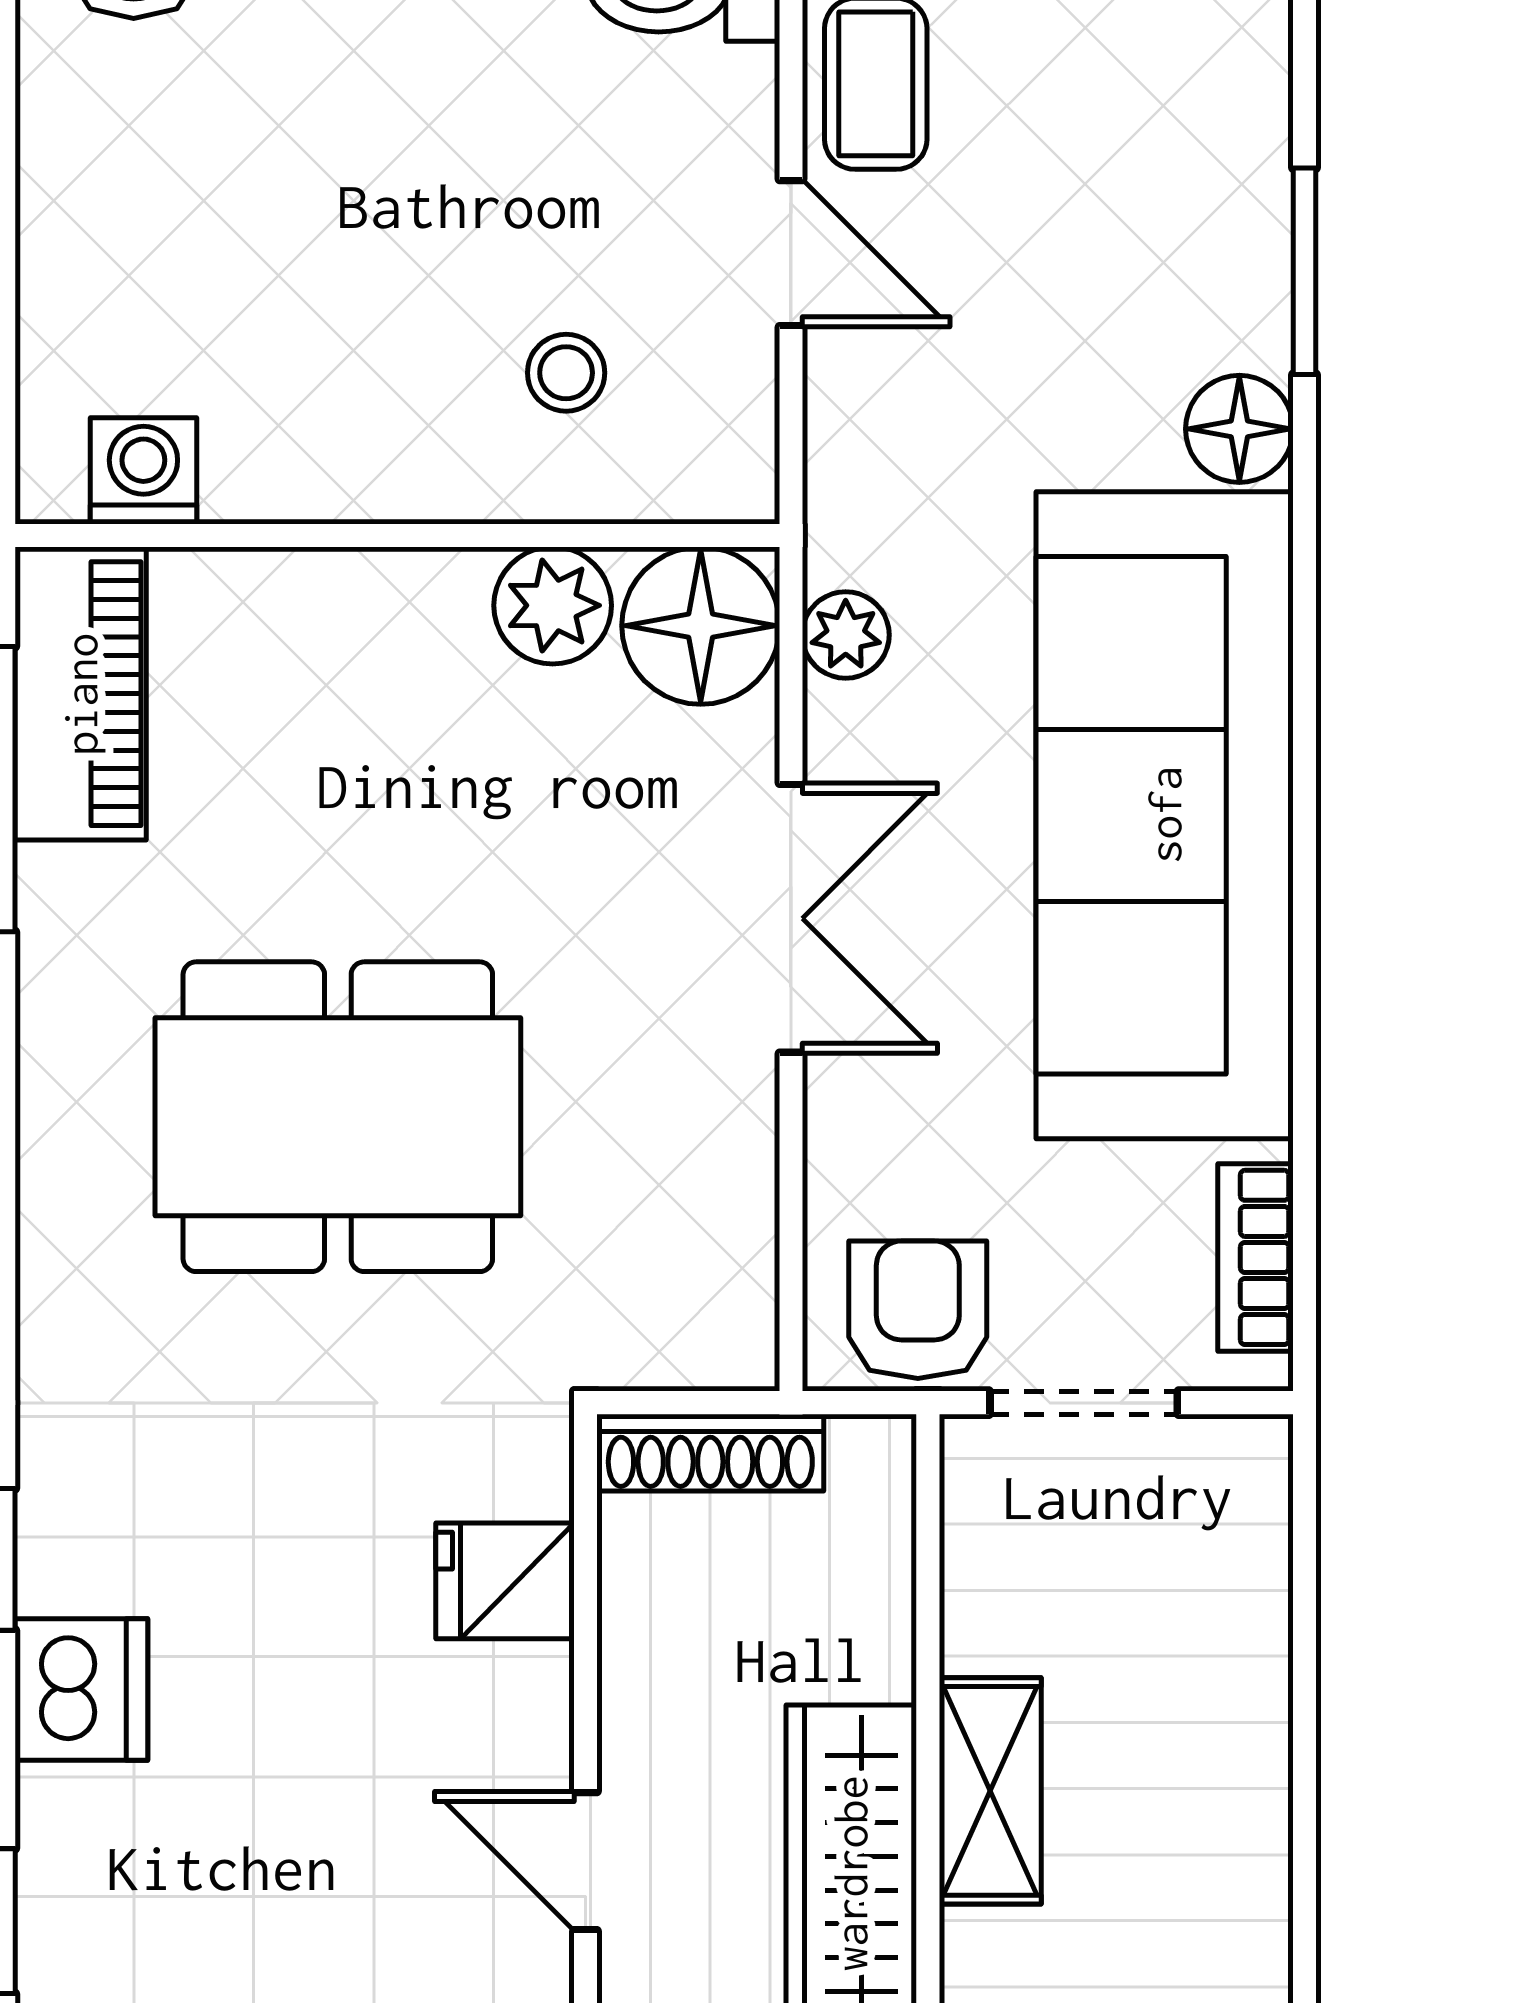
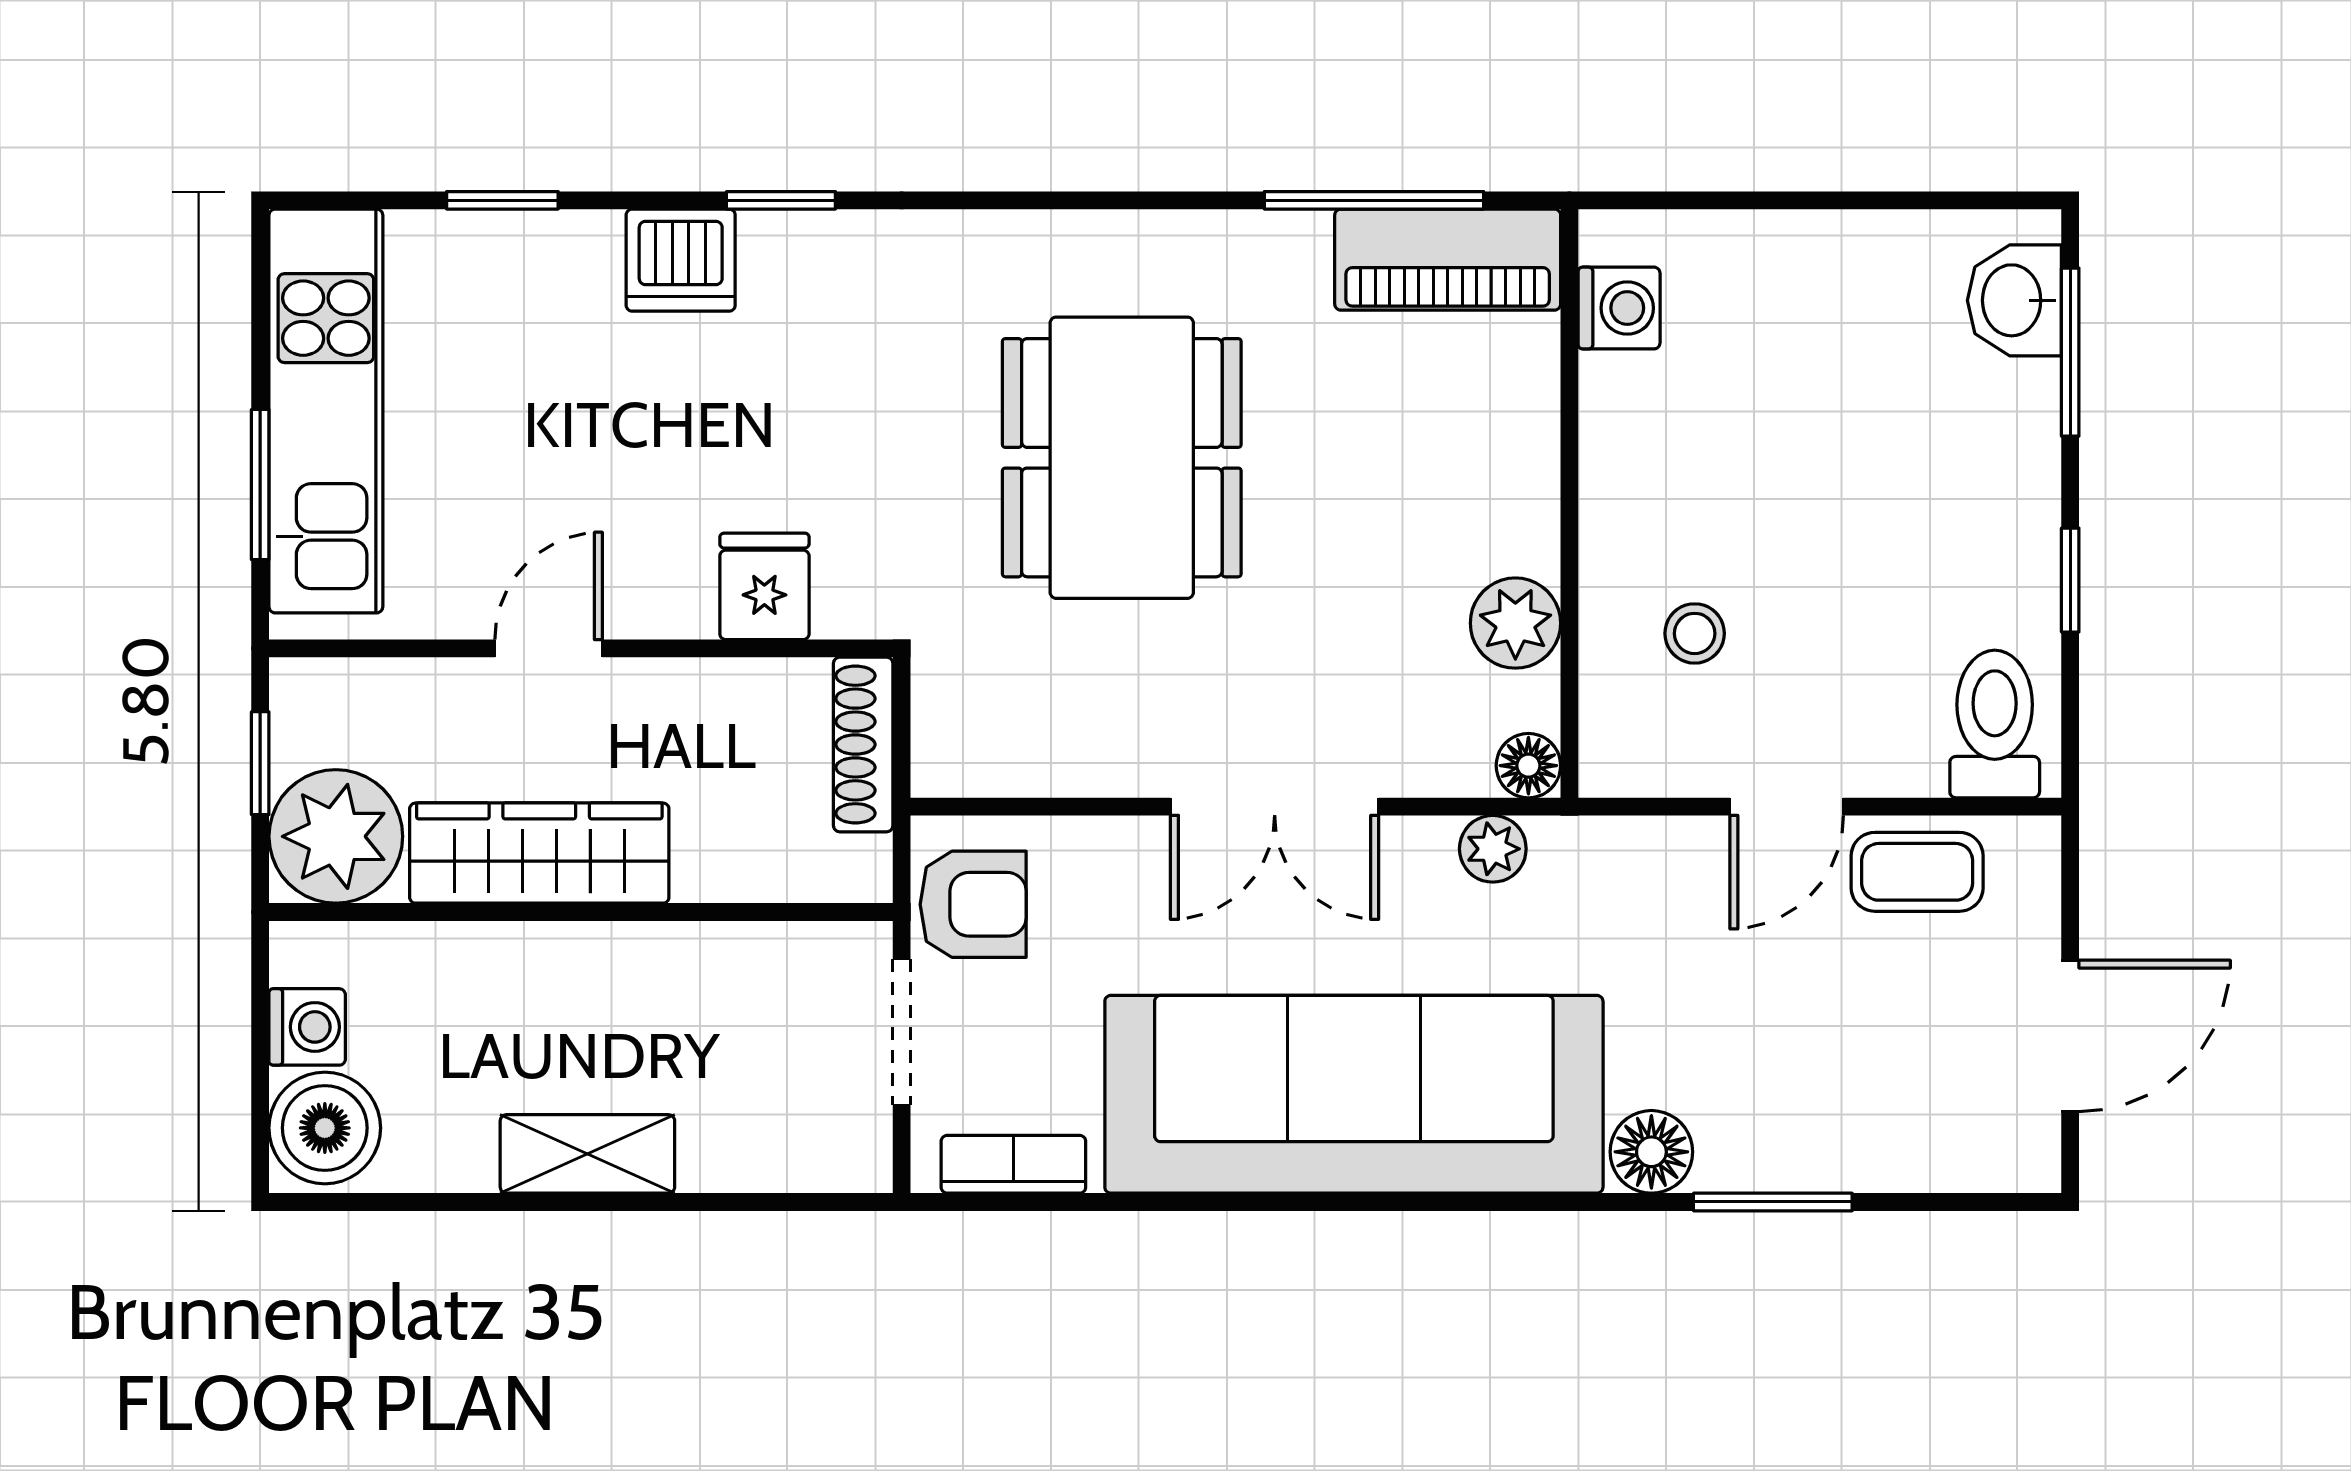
floor lamp: (701, 626) -> (1528, 766), width x0.53, depth x0.53
shelving: (990, 1791) -> (587, 1154), moved

